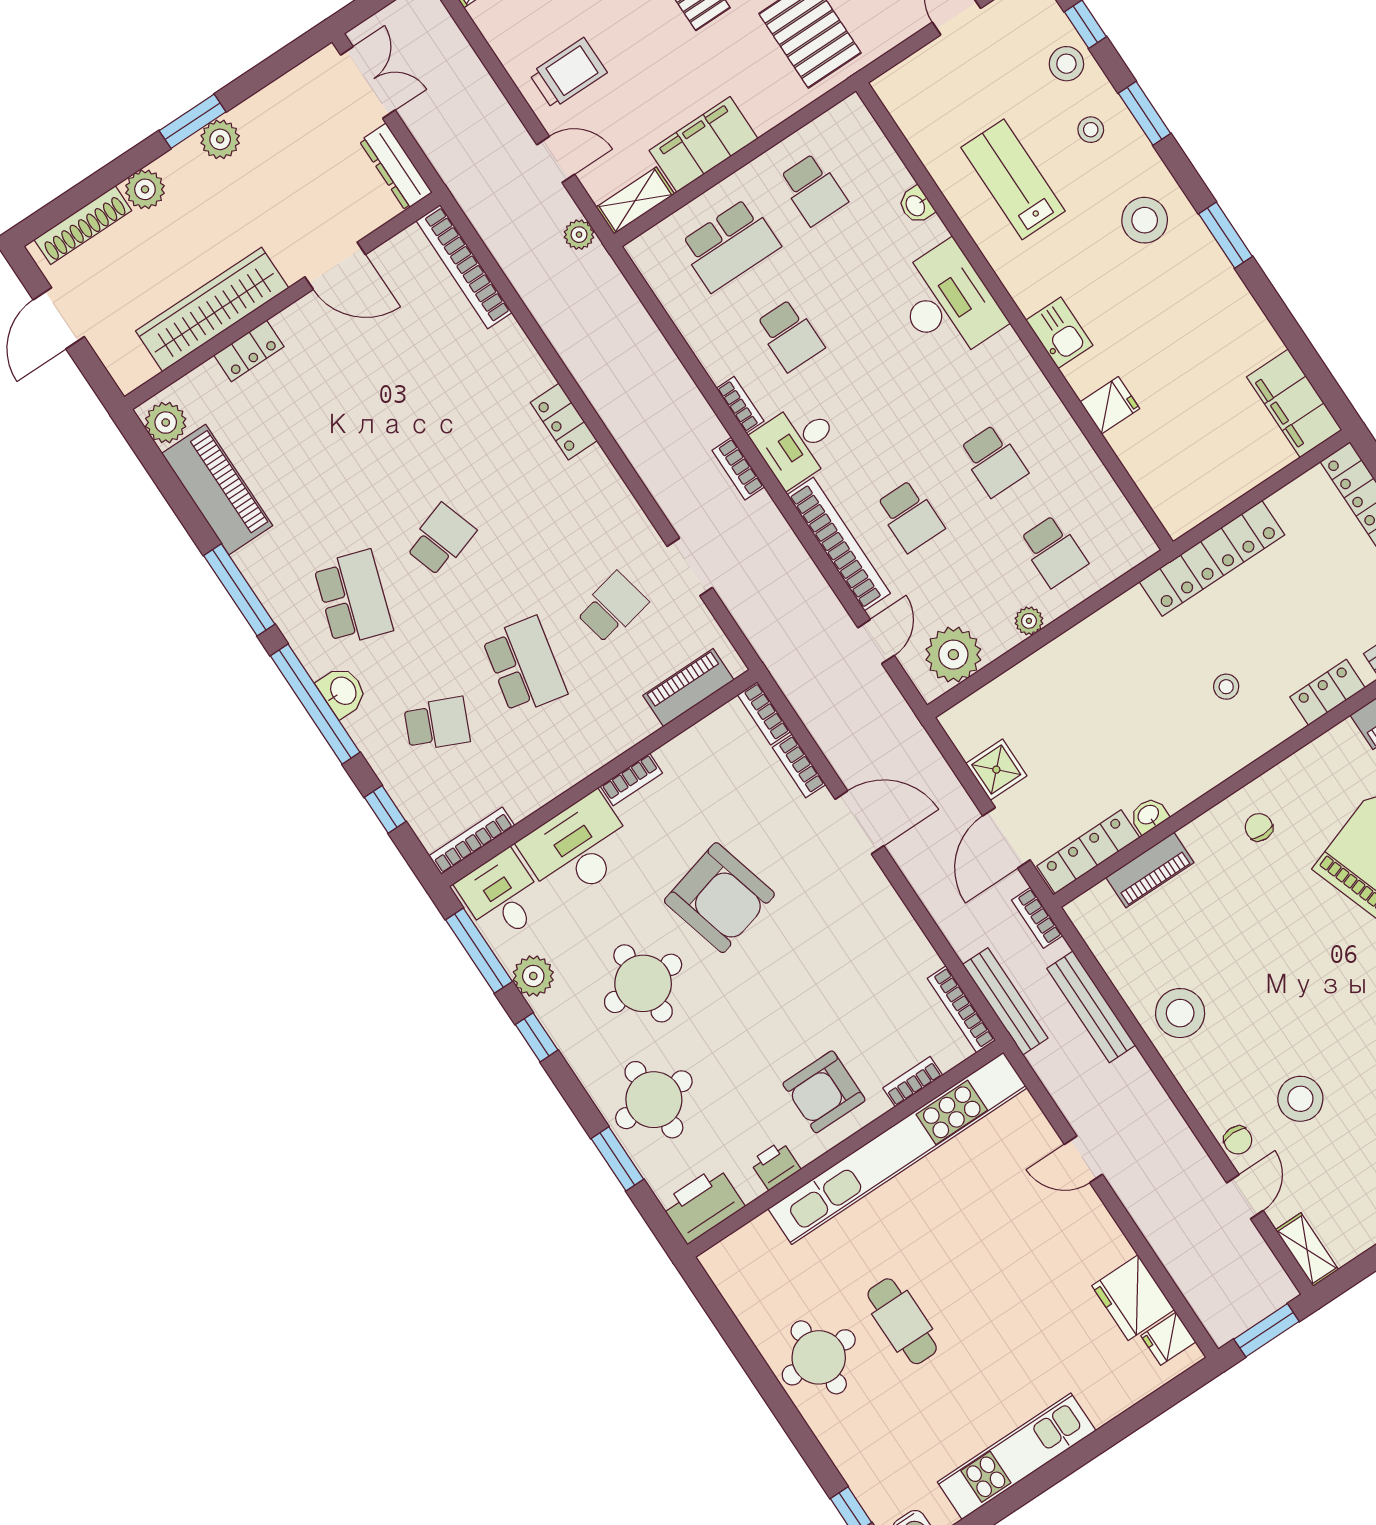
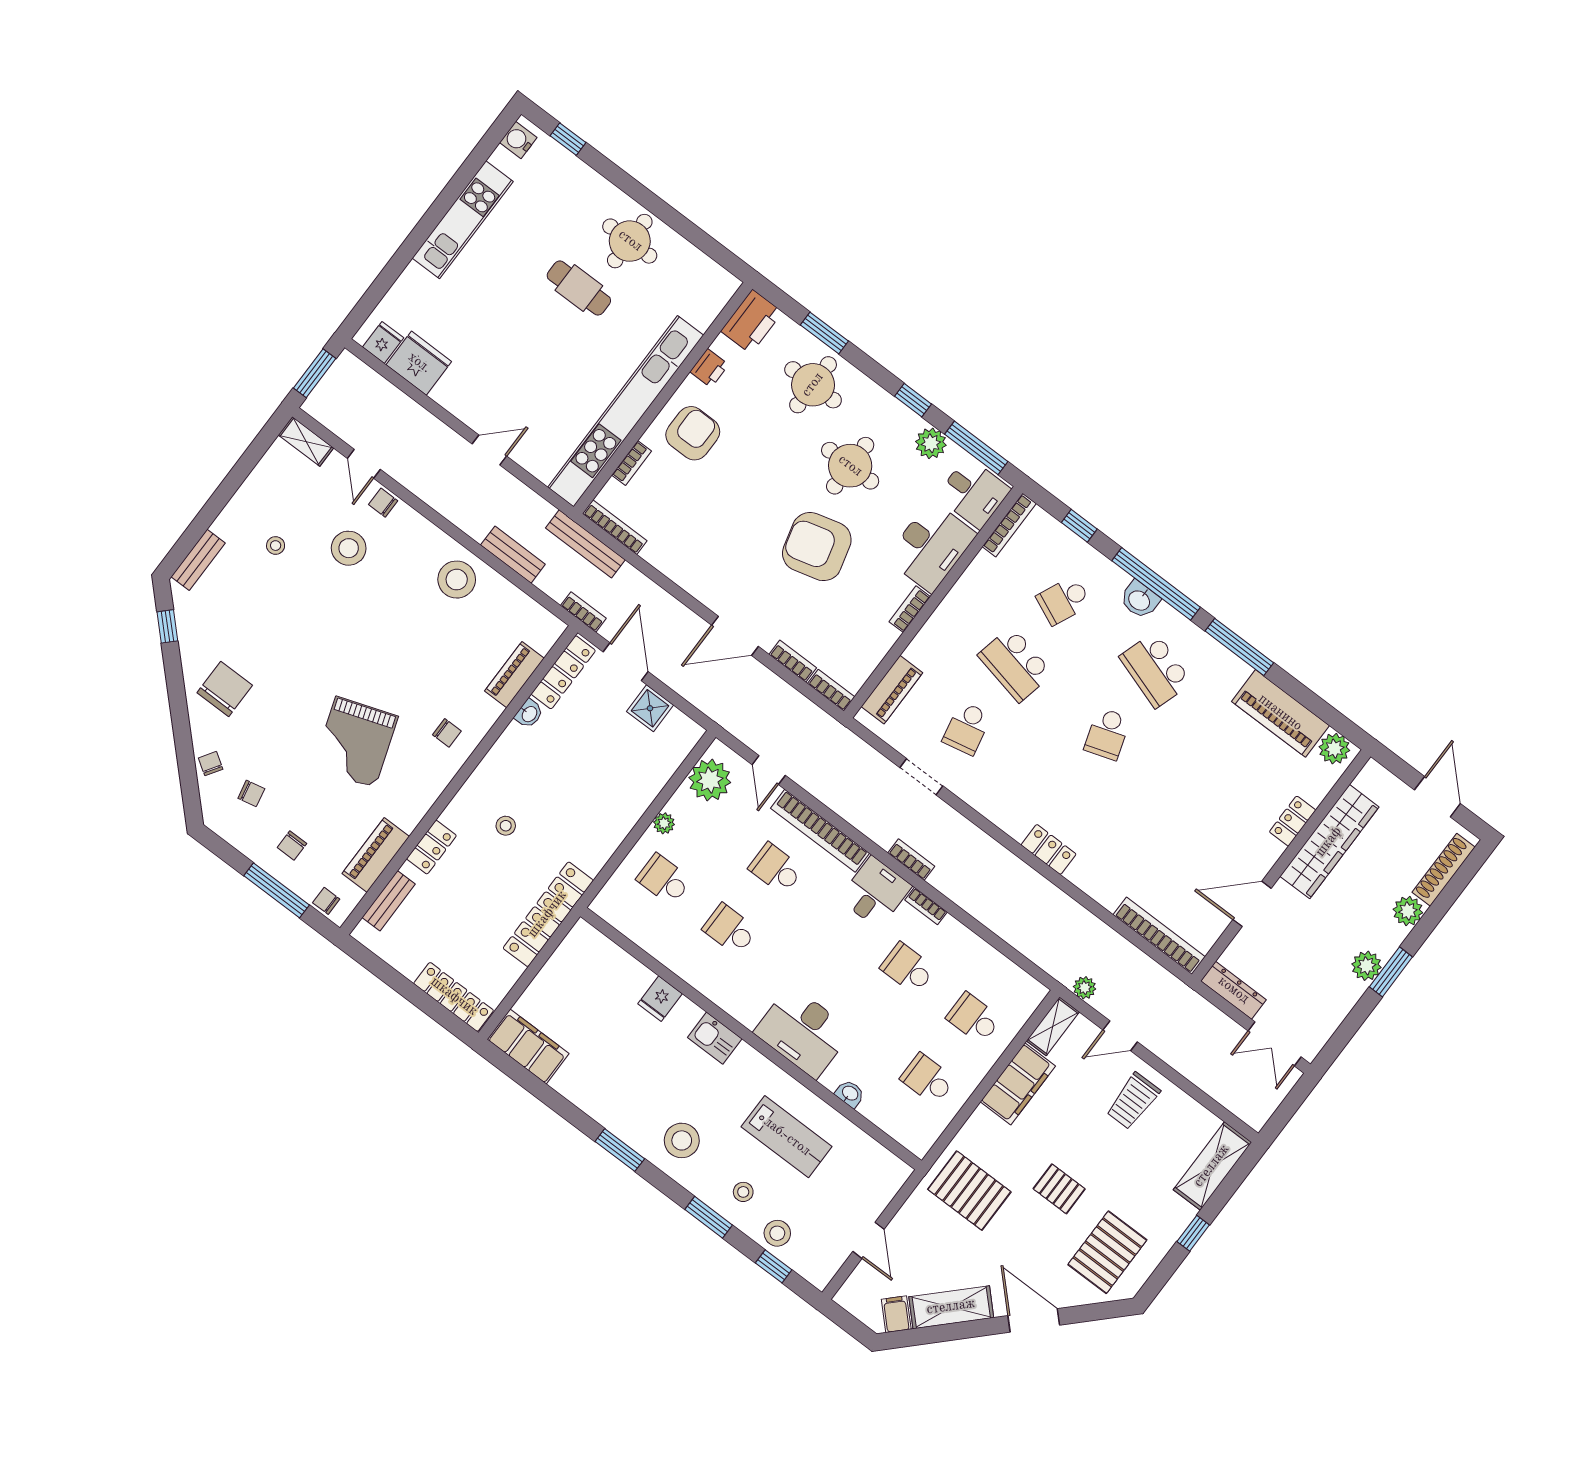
school desk: (730, 245) -> (974, 1018), width x0.54
bench: (1091, 1007) -> (513, 555), width x0.73

